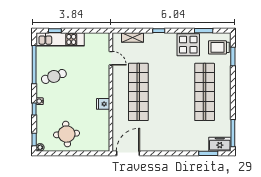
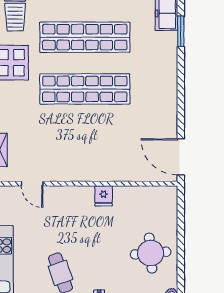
door: (111, 58) -> (32, 184), swing flipped
shop shelf: (138, 92) -> (85, 89), moved

